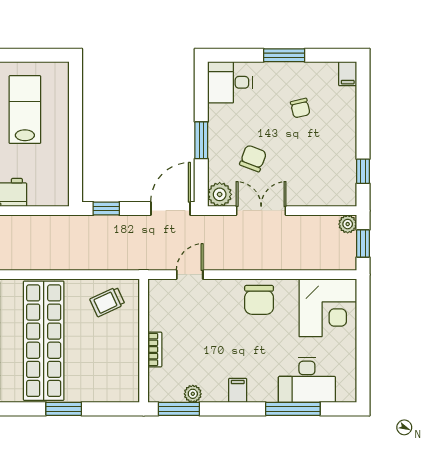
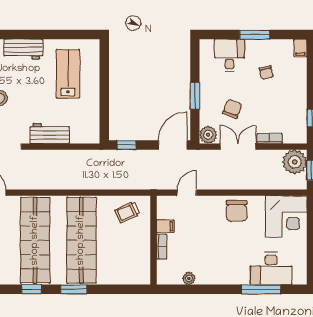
desk: (230, 82) -> (230, 55), moved, turned 90
bookcase: (305, 200) -> (269, 139), added
plant: (348, 224) -> (295, 162), width x1.88, depth x1.88
filing cabinet: (238, 390) -> (165, 226), moved, turned 90
window: (64, 409) -> (74, 289), moved
window: (179, 409) -> (179, 289), removed

